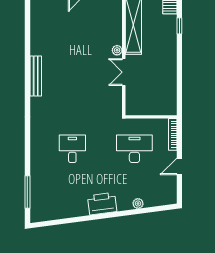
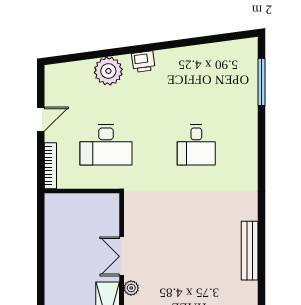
double door: (124, 72) -> (122, 256), swing flipped
plant: (138, 203) -> (108, 71), width x1.88, depth x1.88
printer: (102, 204) -> (143, 62), width x0.53, depth x0.68

